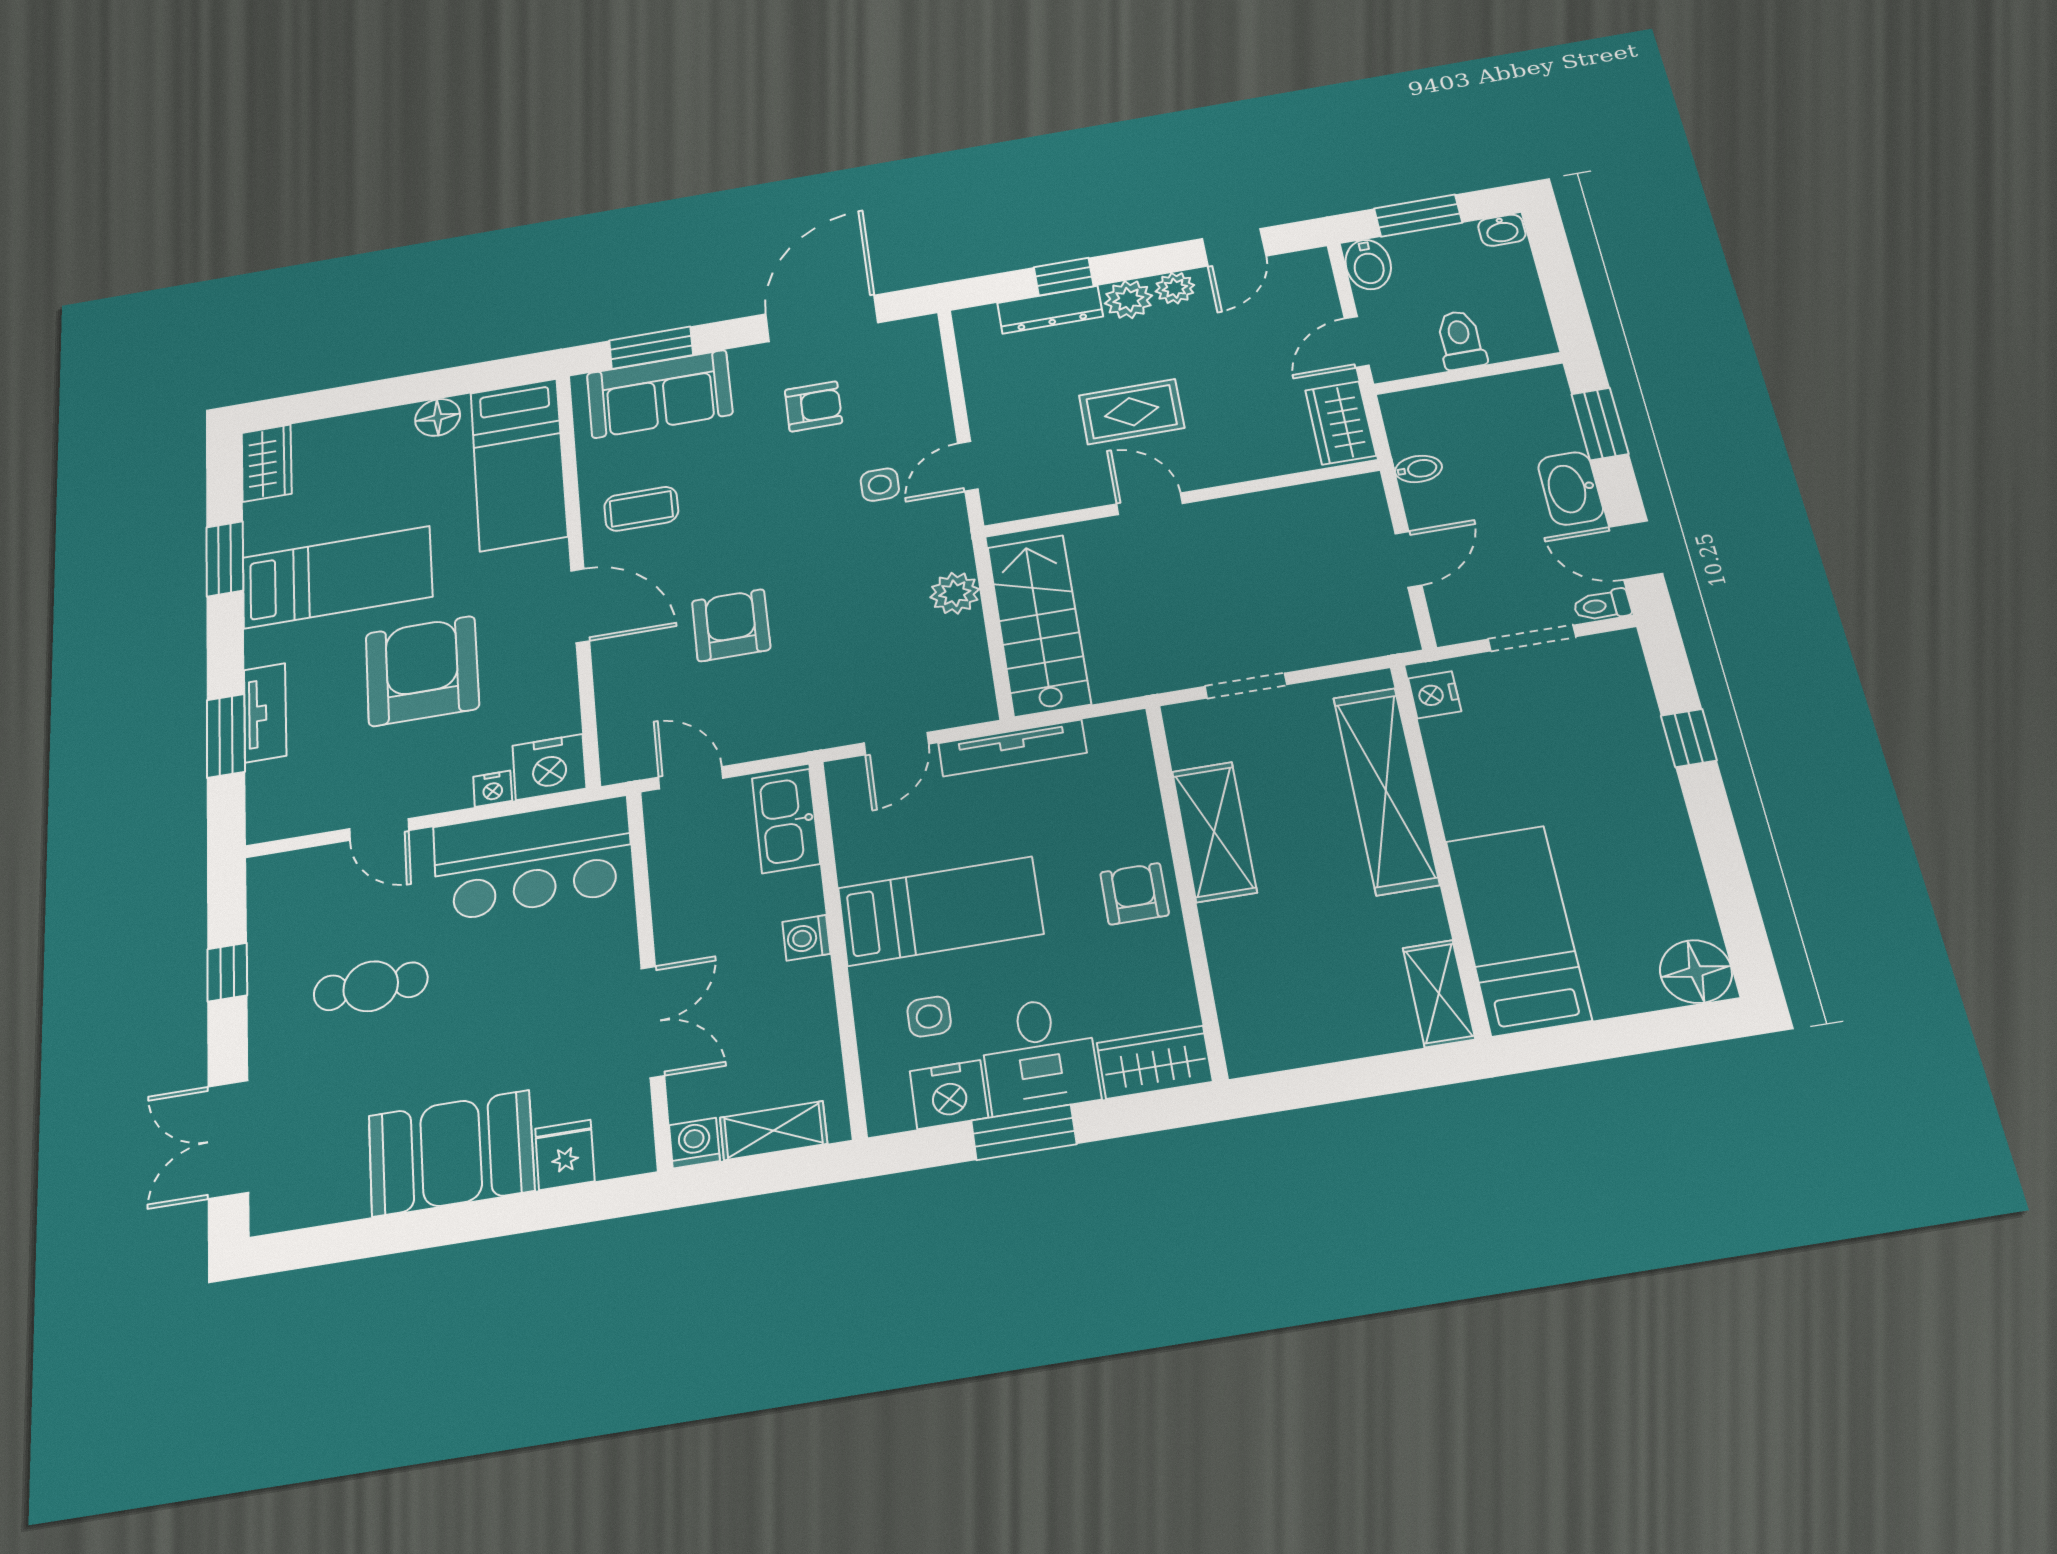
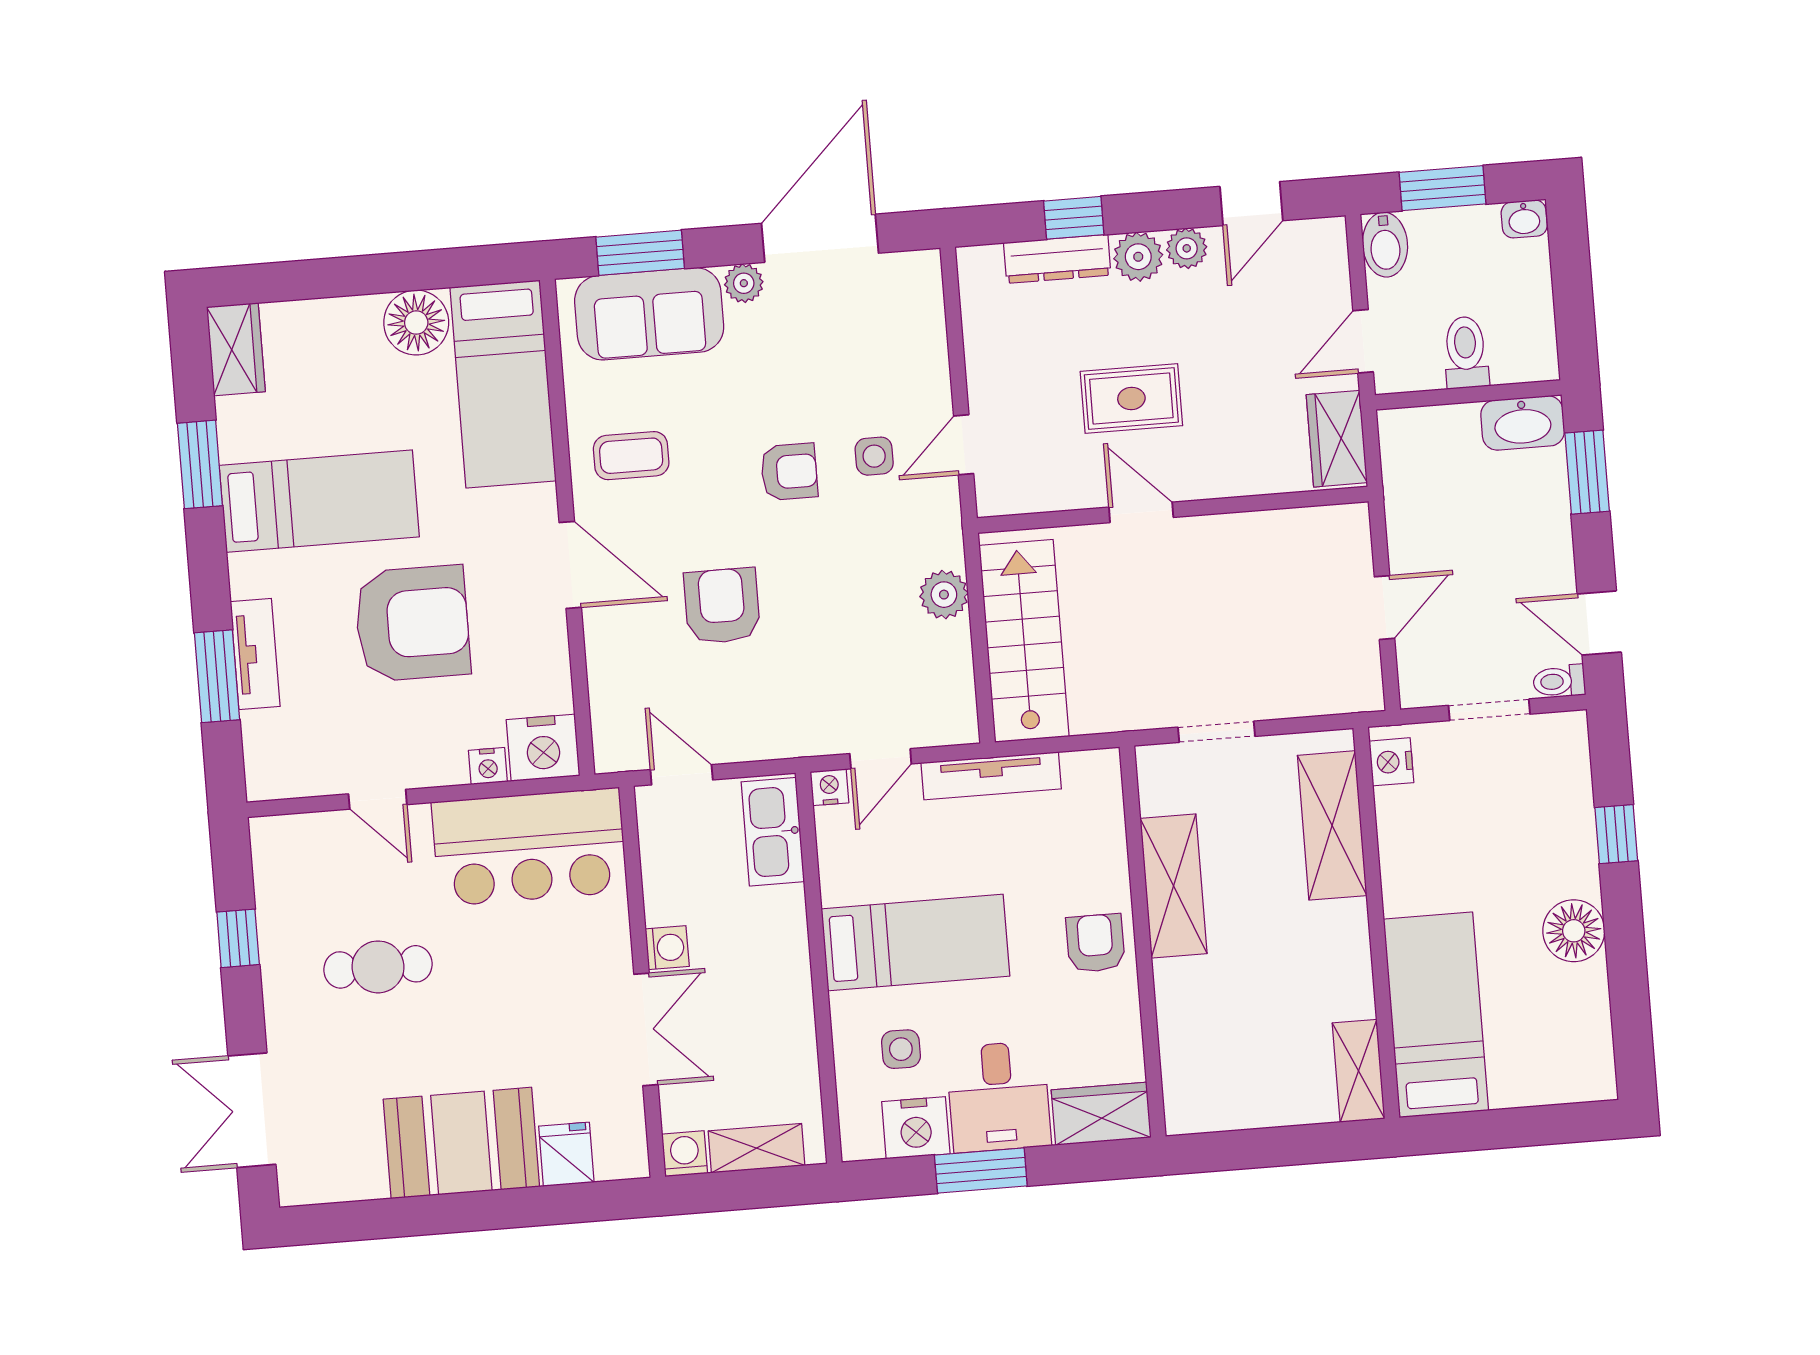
plant: (750, 361) -> (744, 283), added
armchair: (813, 406) -> (789, 472), moved
floor lamp: (438, 417) -> (416, 323), width x1.38, depth x1.38
bidet: (1418, 469) -> (1406, 503), removed
washbasin: (1571, 488) -> (1523, 423), moved, turned -90
armchair: (422, 671) -> (412, 623), turned 90
nightstand: (844, 774) -> (829, 787), added
shelving: (1386, 790) -> (1332, 825), width x0.68
washing machine: (806, 938) -> (667, 948), moved, turned 180
floor lamp: (1696, 972) -> (1574, 931), moved

